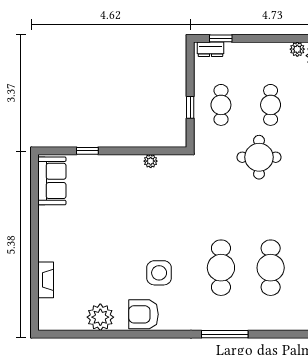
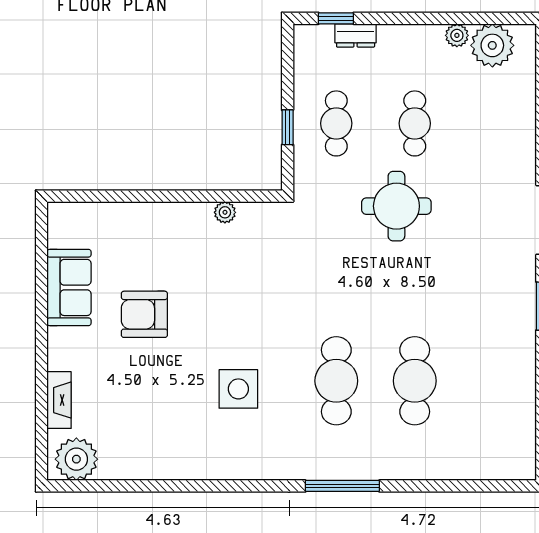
dresser: (210, 49) -> (356, 35), moved
window: (87, 151) -> (125, 196), removed
sofa: (52, 181) -> (69, 287), moved
armchair: (143, 314) -> (144, 314), moved
plant: (100, 317) -> (76, 459), moved

